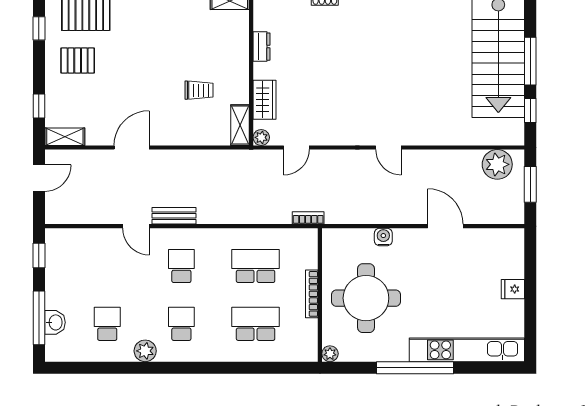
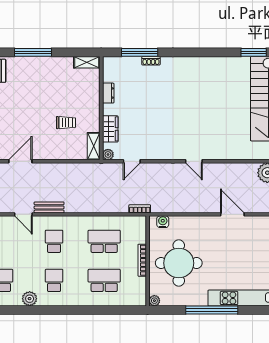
water cooler: (383, 237) -> (163, 222), moved

